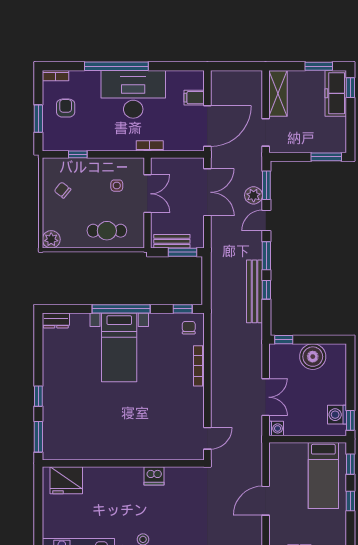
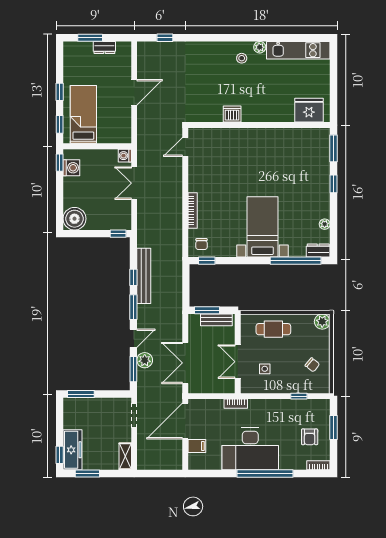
shelving: (278, 94) -> (125, 456), width x0.67, depth x0.75
window: (121, 309) -> (296, 261), moved
plant: (48, 350) -> (325, 224), added
boiler: (313, 357) -> (74, 219), moved

